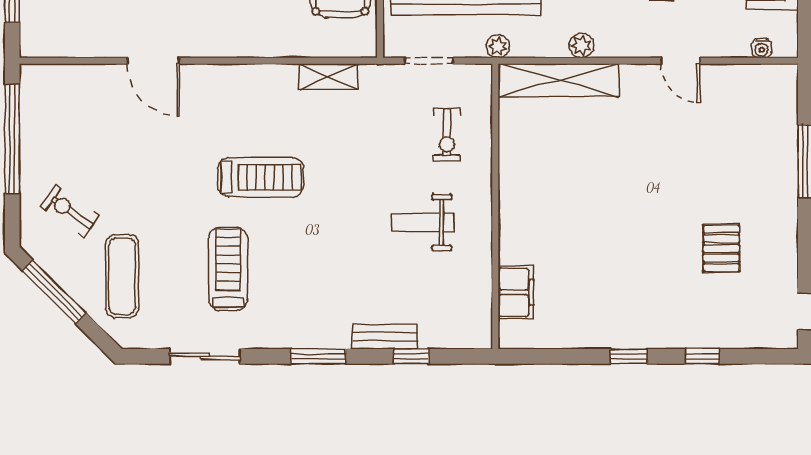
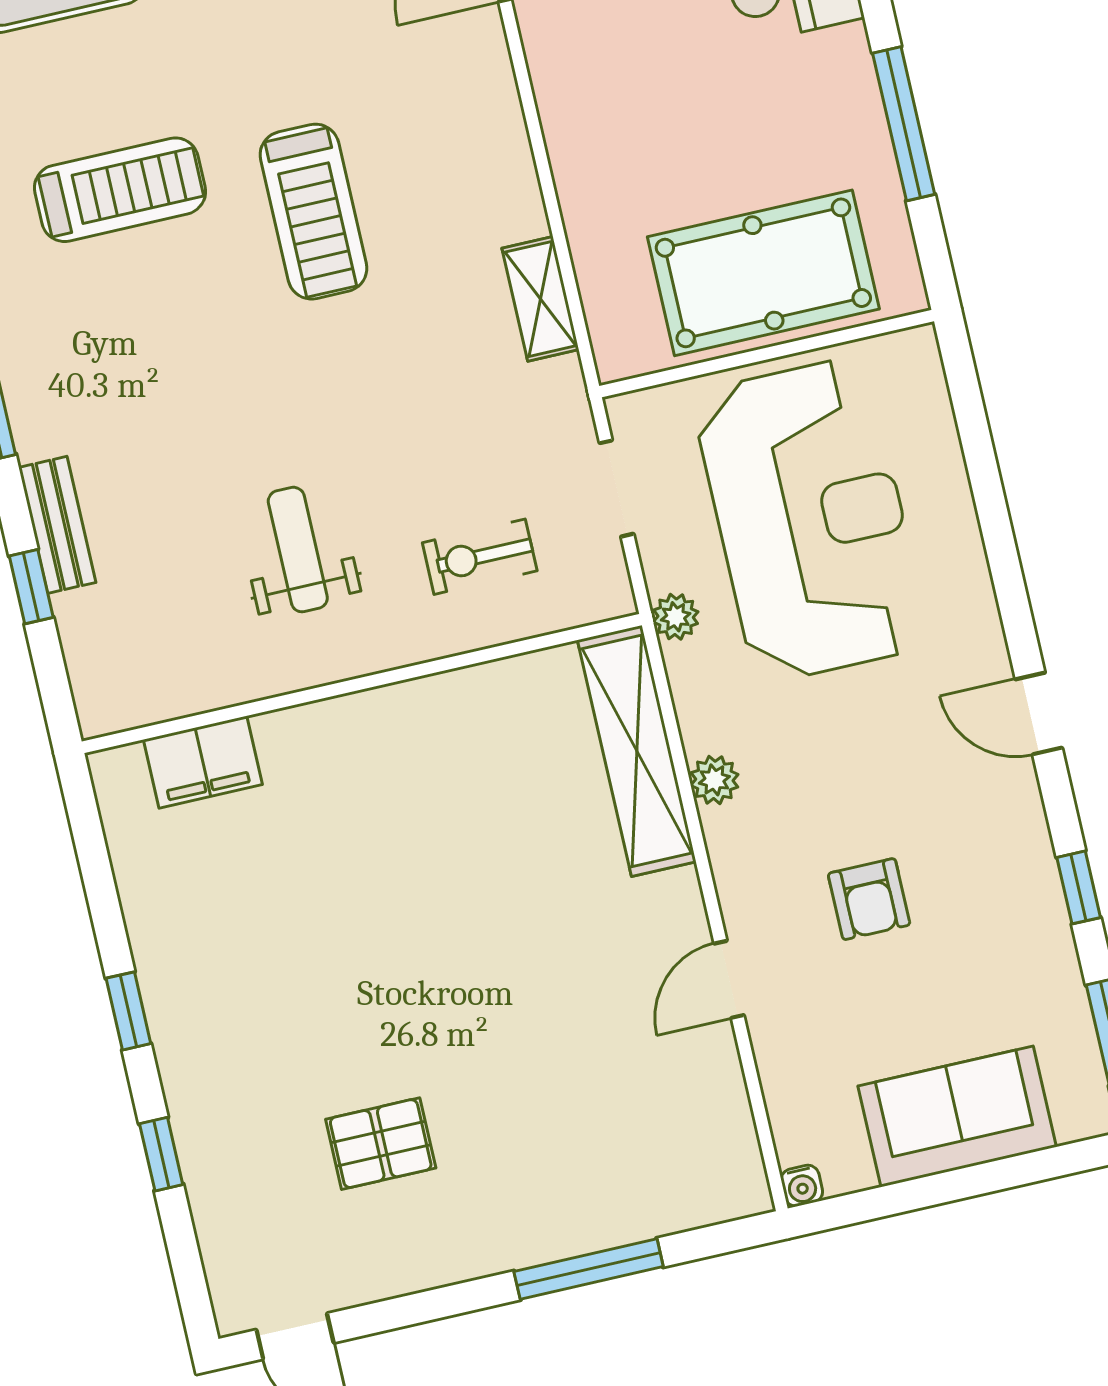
water cooler: (762, 48) -> (802, 1186), moved, turned -90

